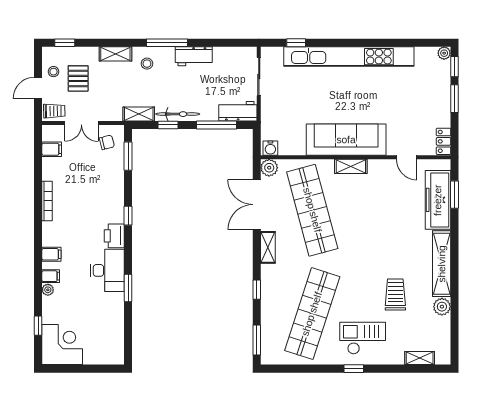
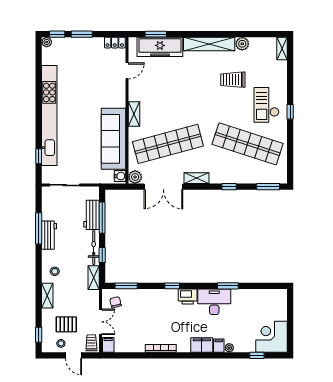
window: (167, 43) -> (39, 228), moved
workbench: (238, 111) -> (91, 215), moved
sofa: (346, 140) -> (113, 139), moved
filing cabinet: (52, 149) -> (108, 345), moved
filing cabinet: (51, 254) -> (202, 345), width x2.00
shelving: (420, 358) -> (282, 48), moved

